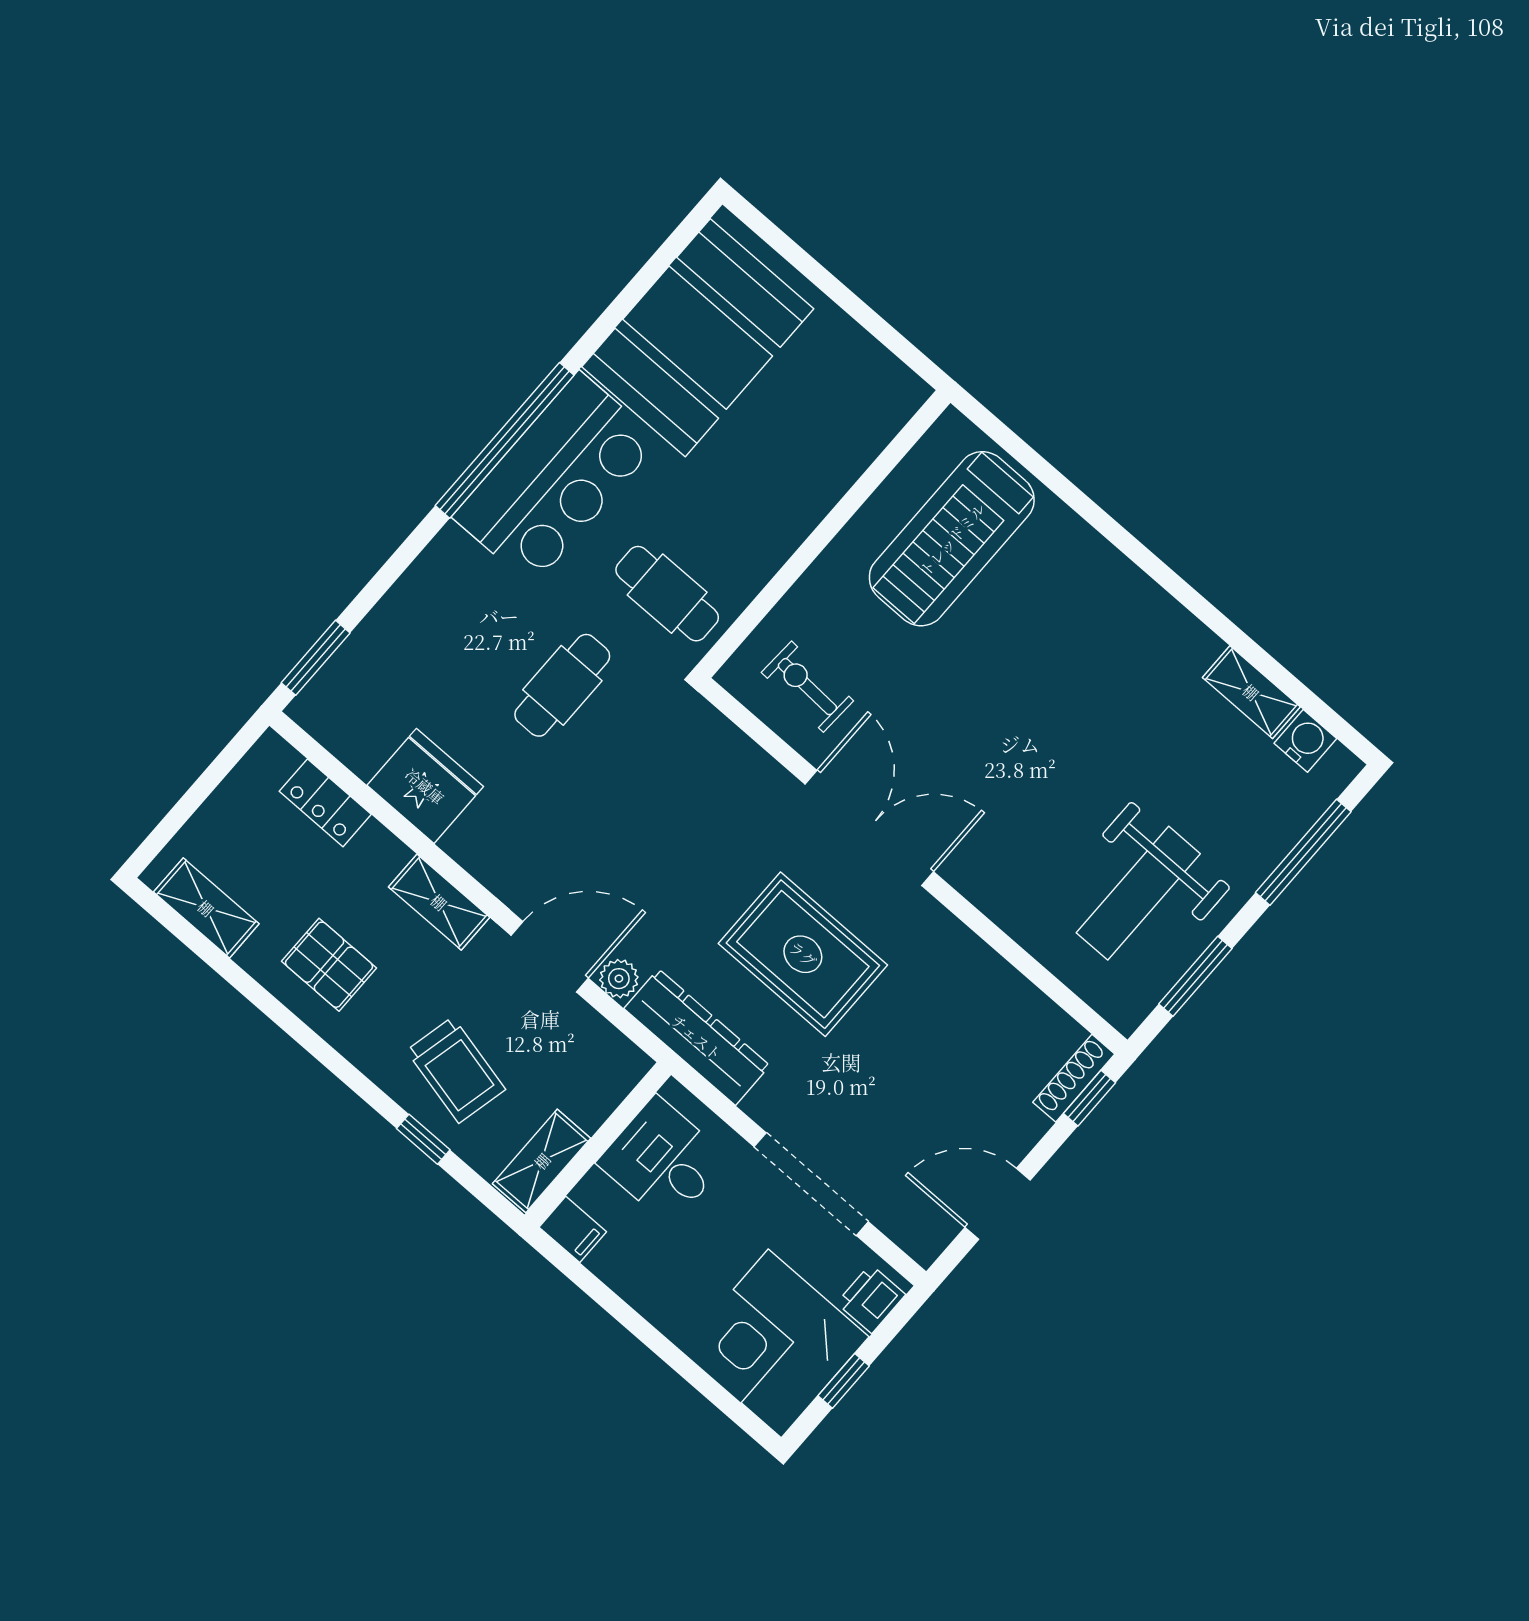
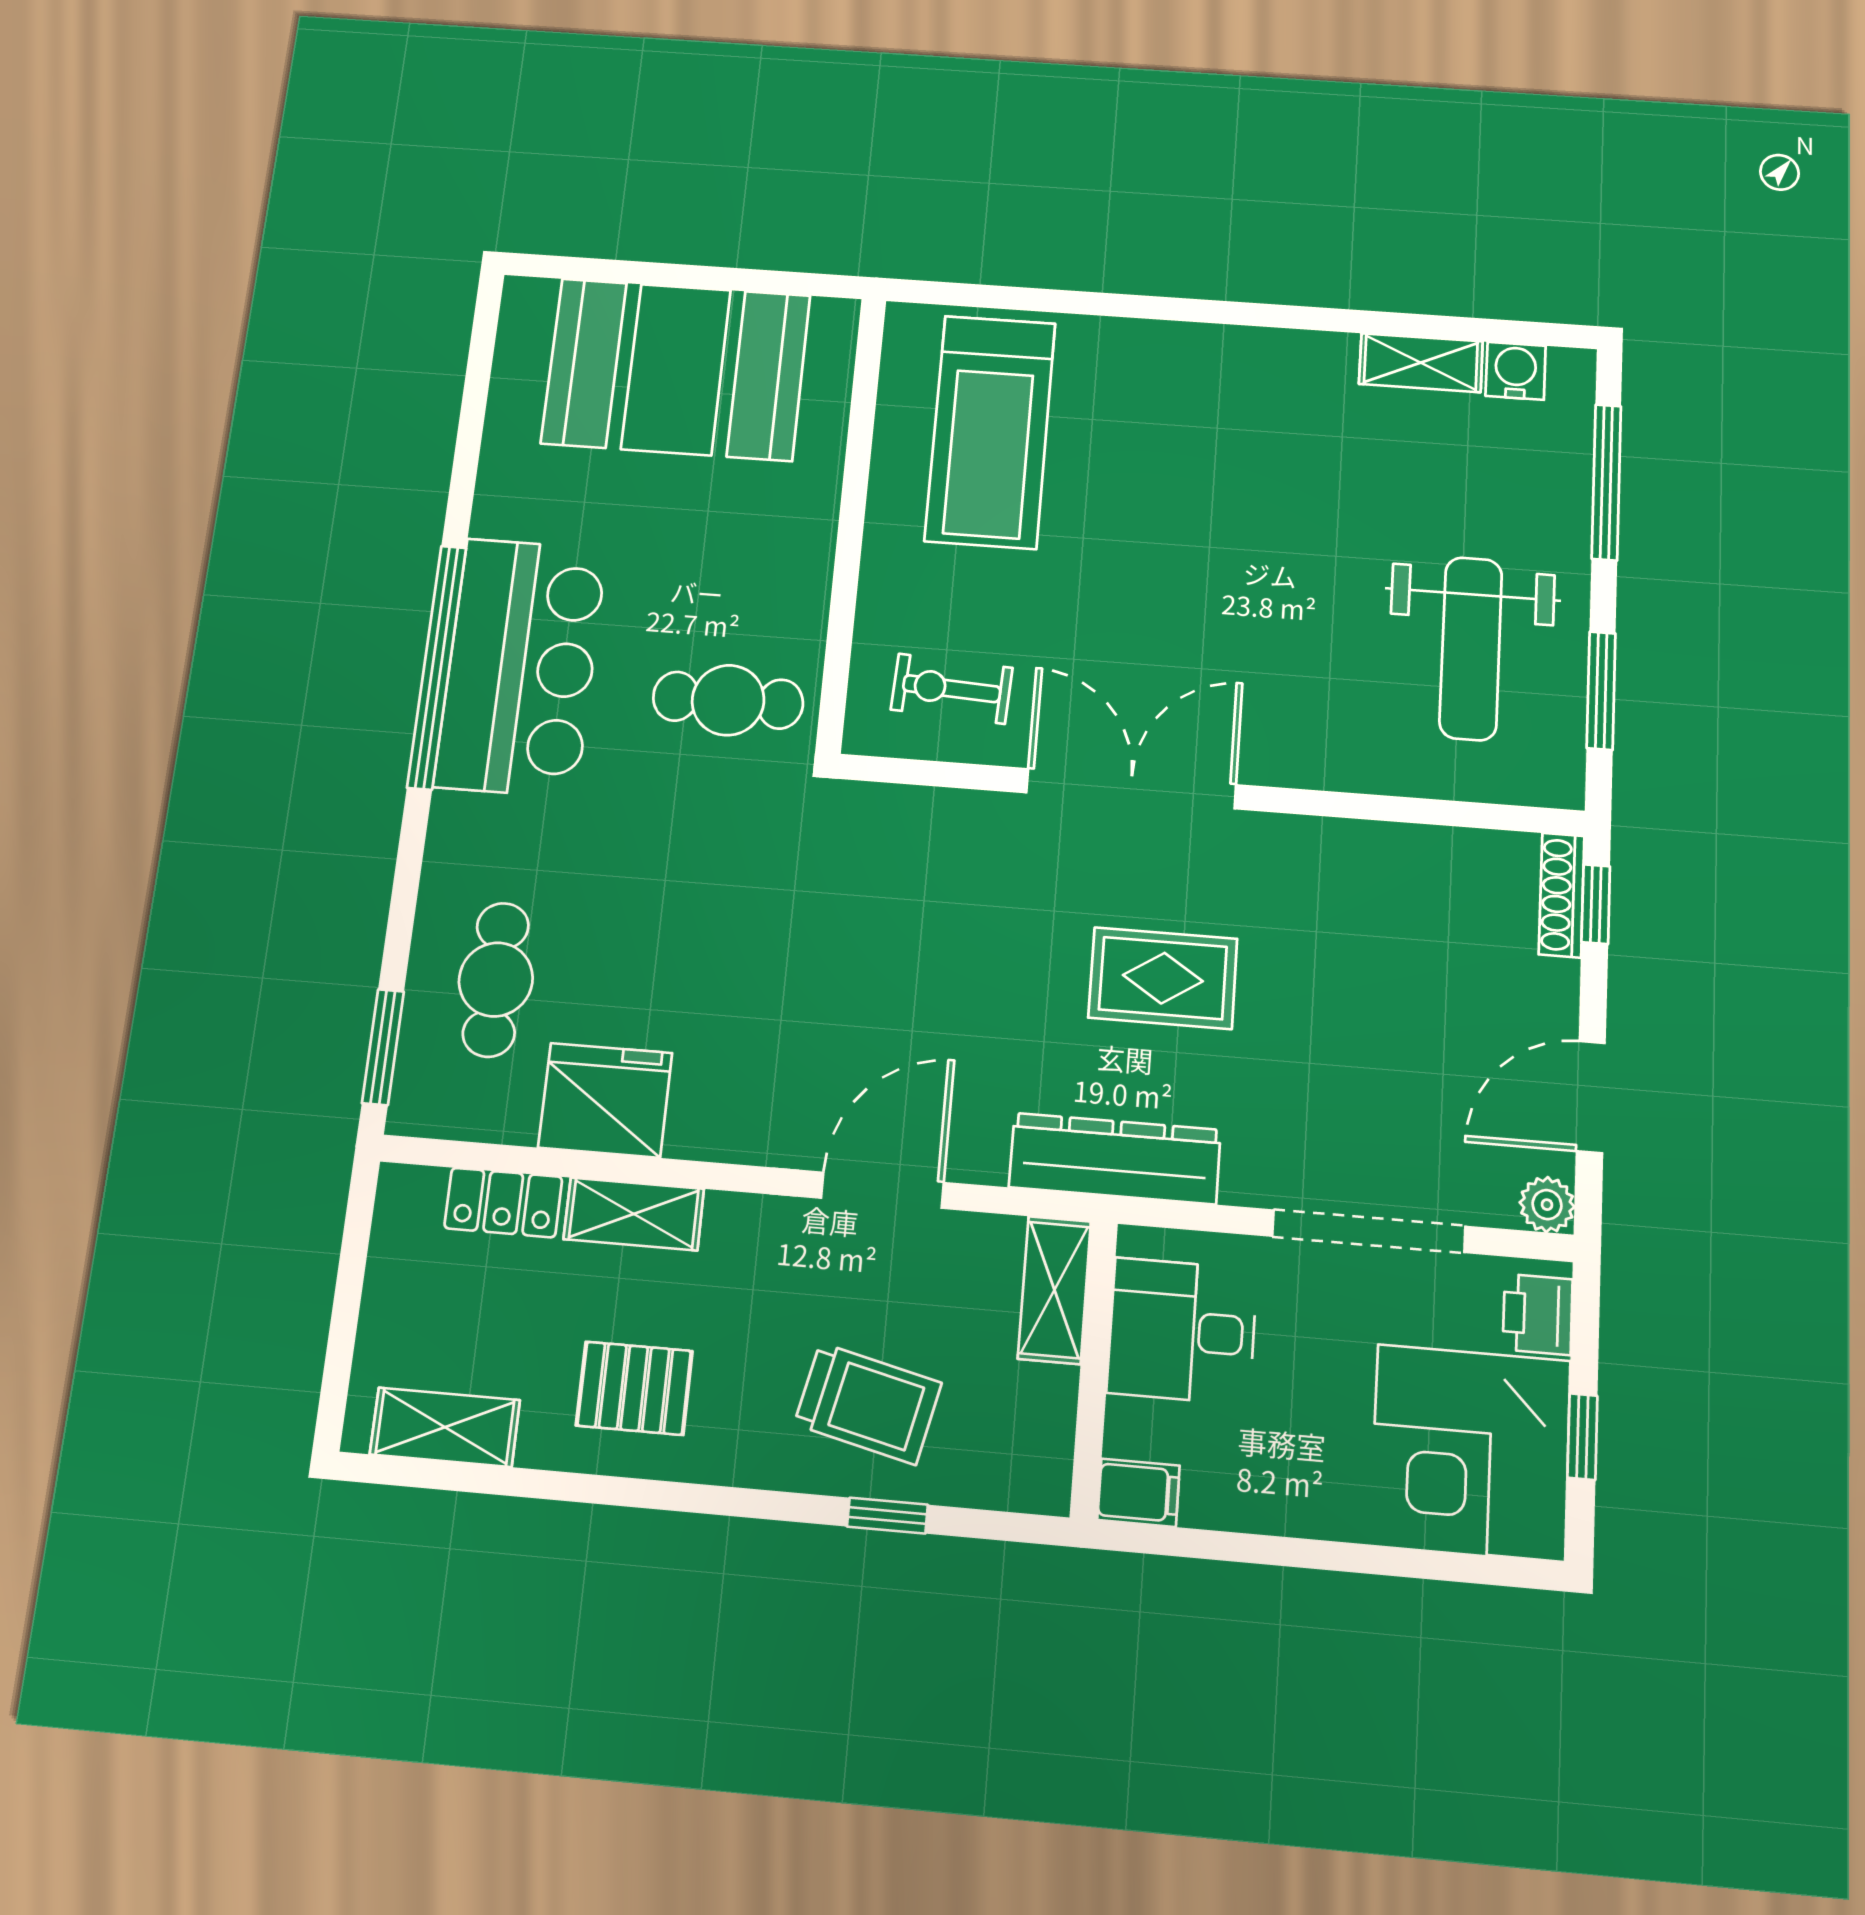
booth: (698, 338) -> (676, 369), moved, turned 90
cafe table: (562, 685) -> (496, 980), moved
shelving: (439, 902) -> (634, 1214), moved
rug: (803, 954) -> (1163, 978), width x0.73, depth x0.70
plant: (619, 979) -> (1547, 1205), moved
shelving: (542, 1161) -> (1054, 1290), moved

